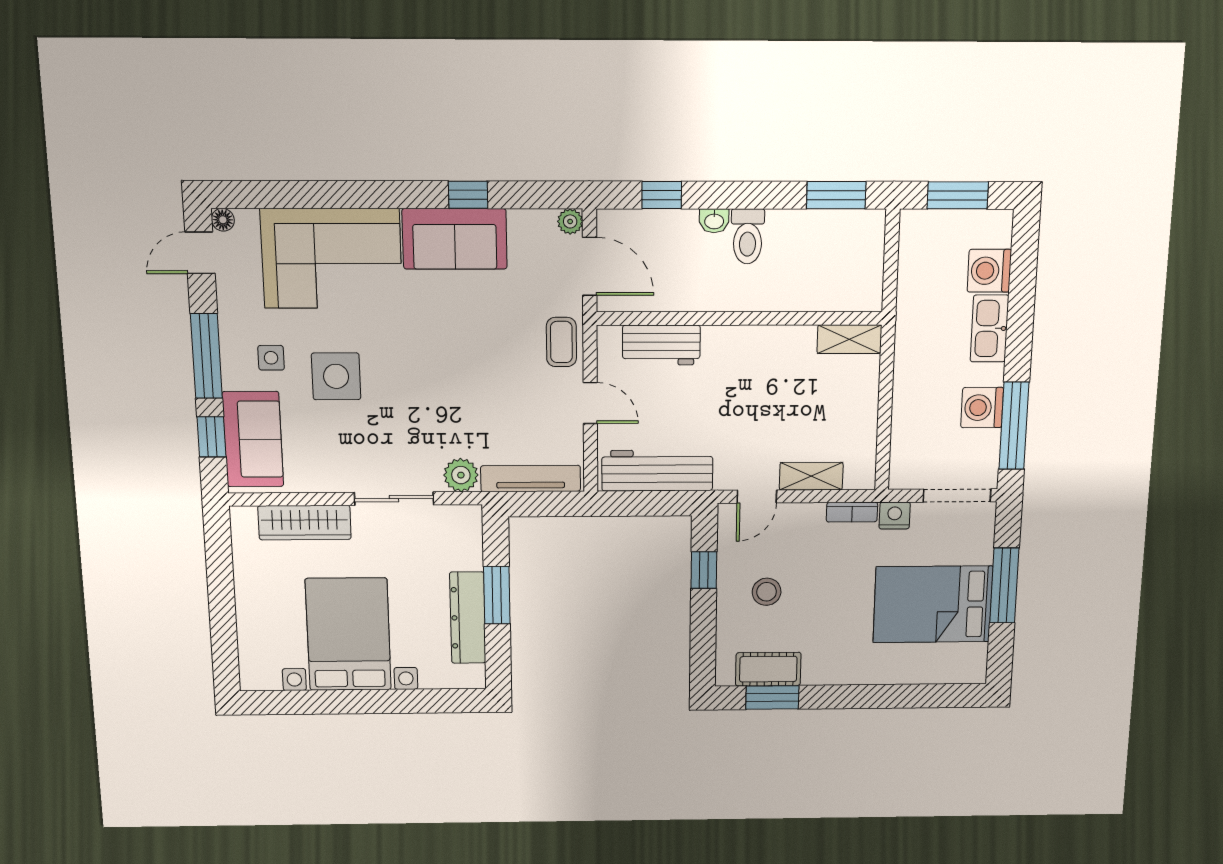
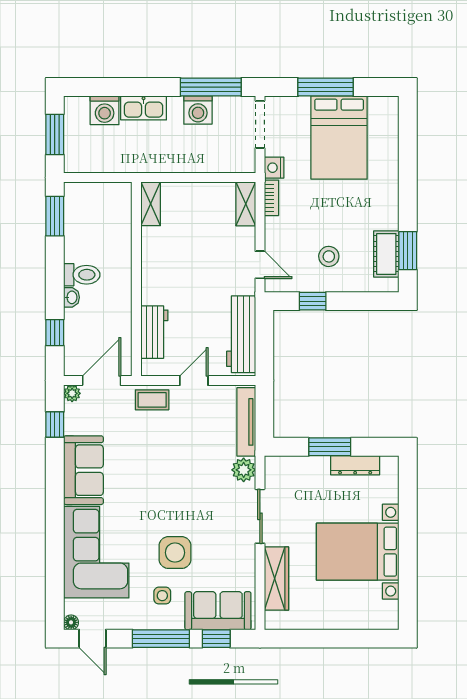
window: (468, 195) -> (55, 425), moved
shelving: (811, 476) -> (246, 204), moved
dresser: (468, 618) -> (355, 465), width x0.73, depth x0.80

